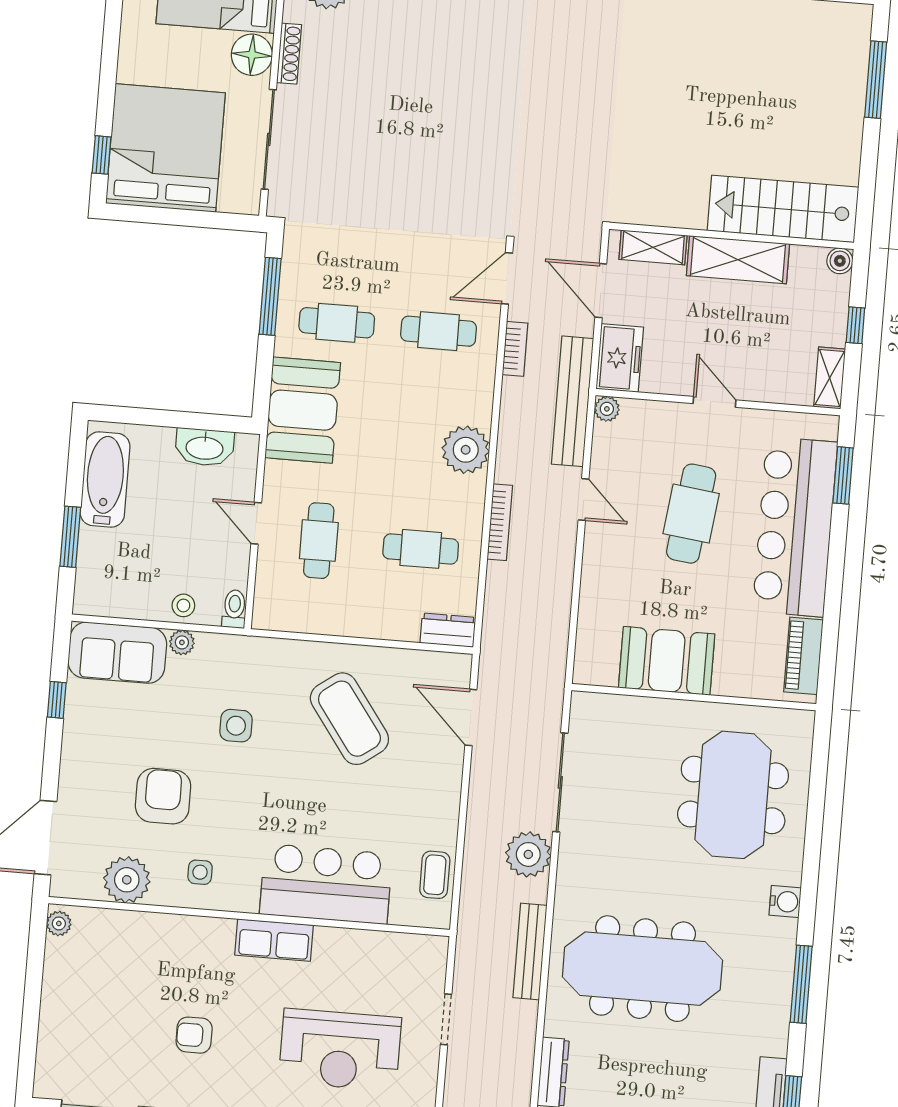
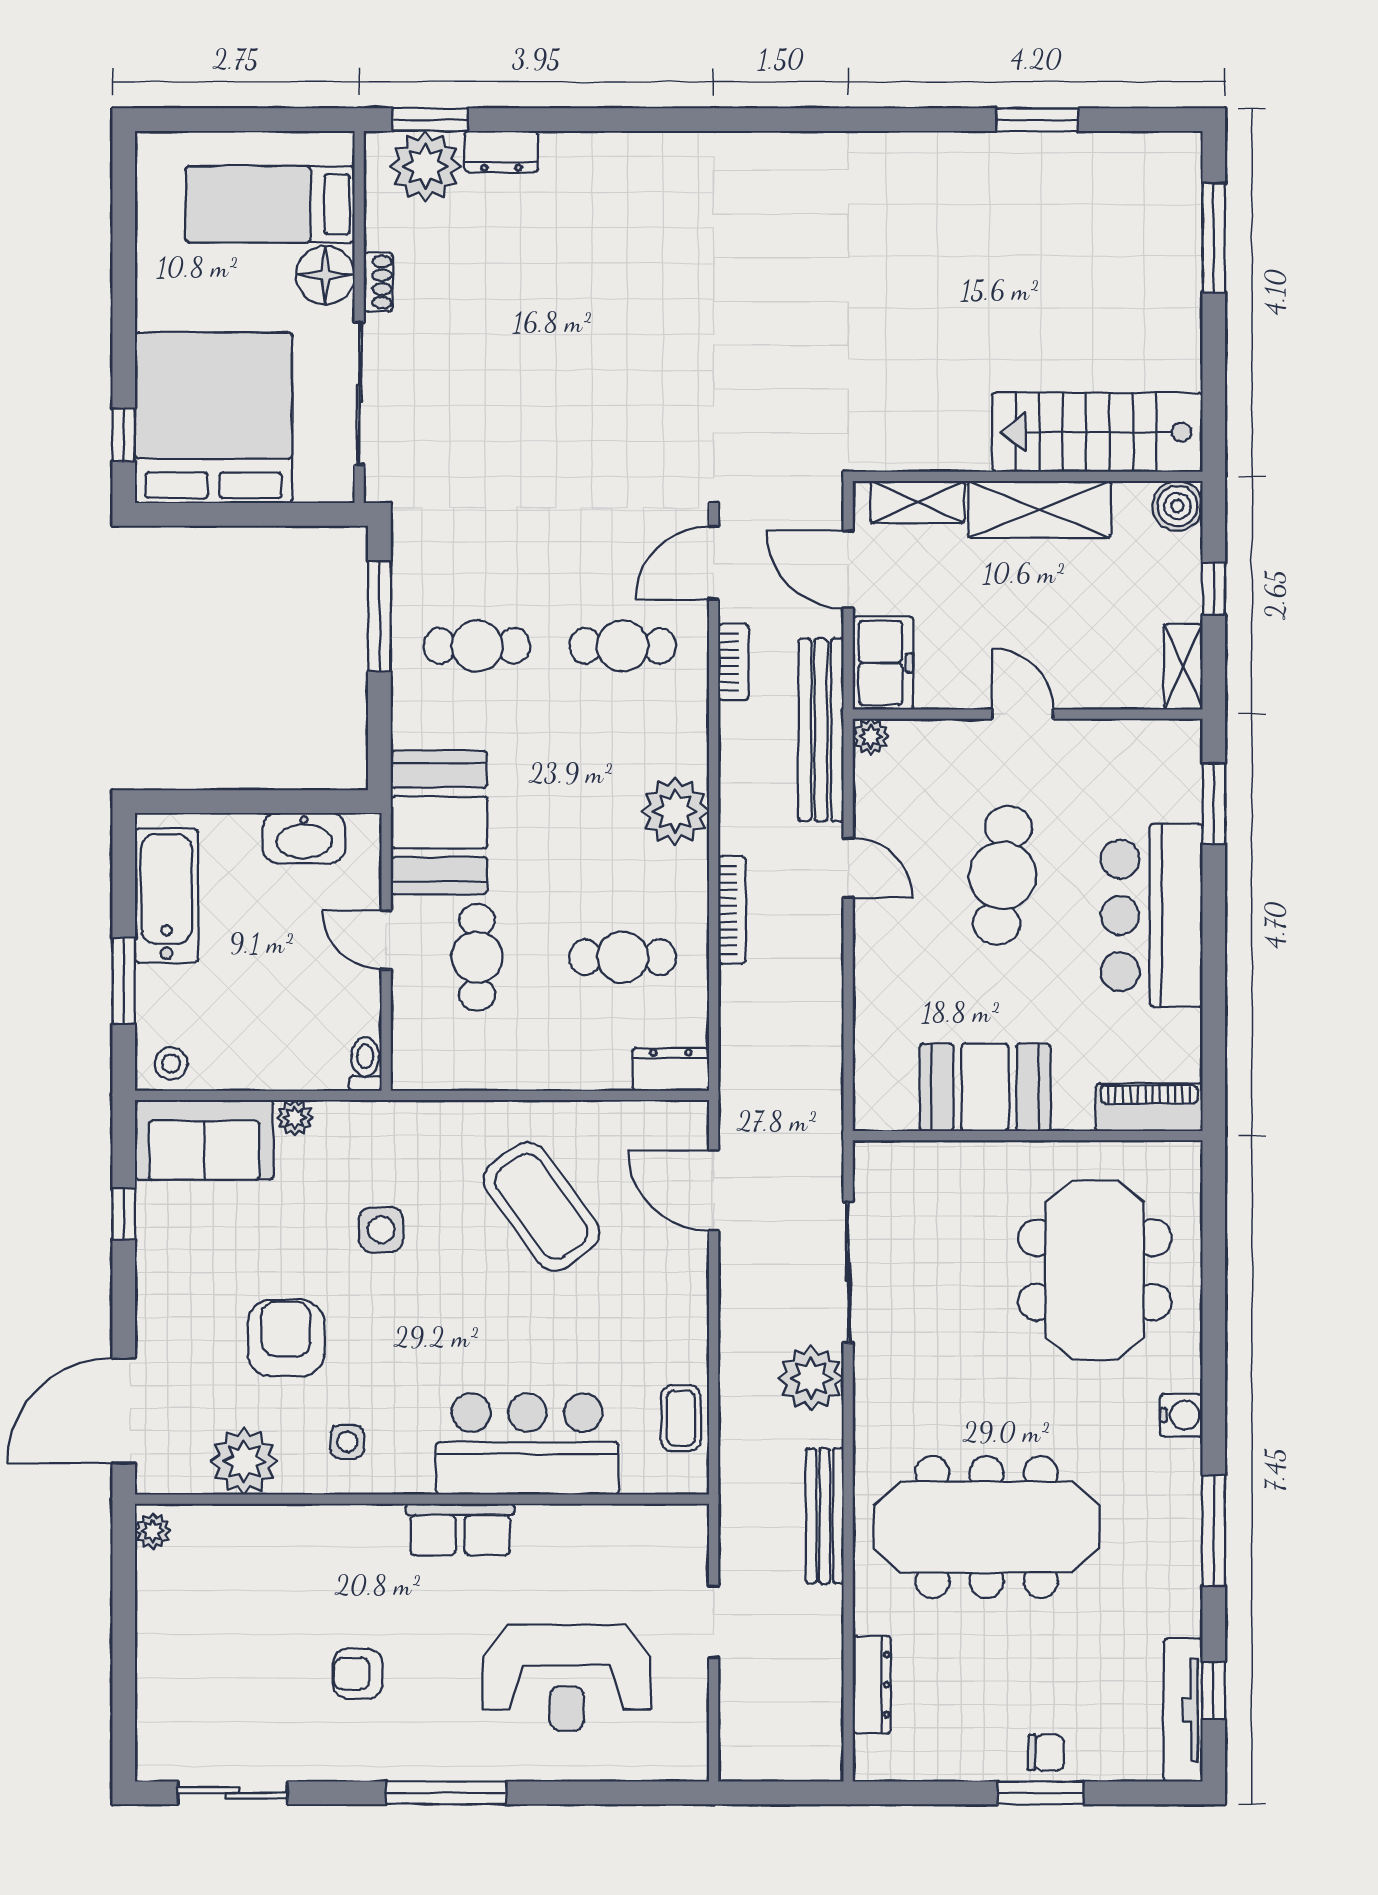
shoe rack: (289, 54) -> (378, 282), width x0.70
boiler: (840, 261) -> (1177, 506), width x1.36, depth x1.36
booth: (303, 410) -> (439, 822), moved
bar counter: (795, 527) -> (1152, 915), width x0.73
stool: (183, 605) -> (171, 1064), moved
piano: (803, 656) -> (1149, 1107), moved, turned 90

